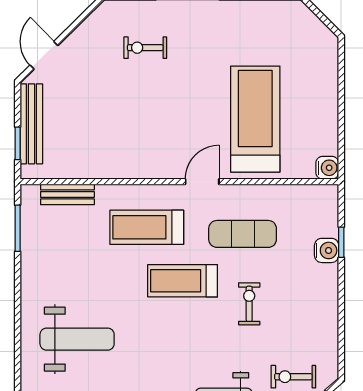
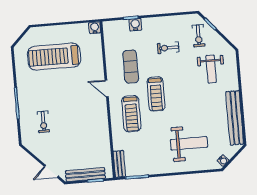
treadmill: (255, 119) -> (54, 57), moved
bench: (67, 194) -> (119, 164), moved
exercise bike: (249, 304) -> (168, 48), moved
weight bench: (77, 339) -> (189, 143), turned 90

